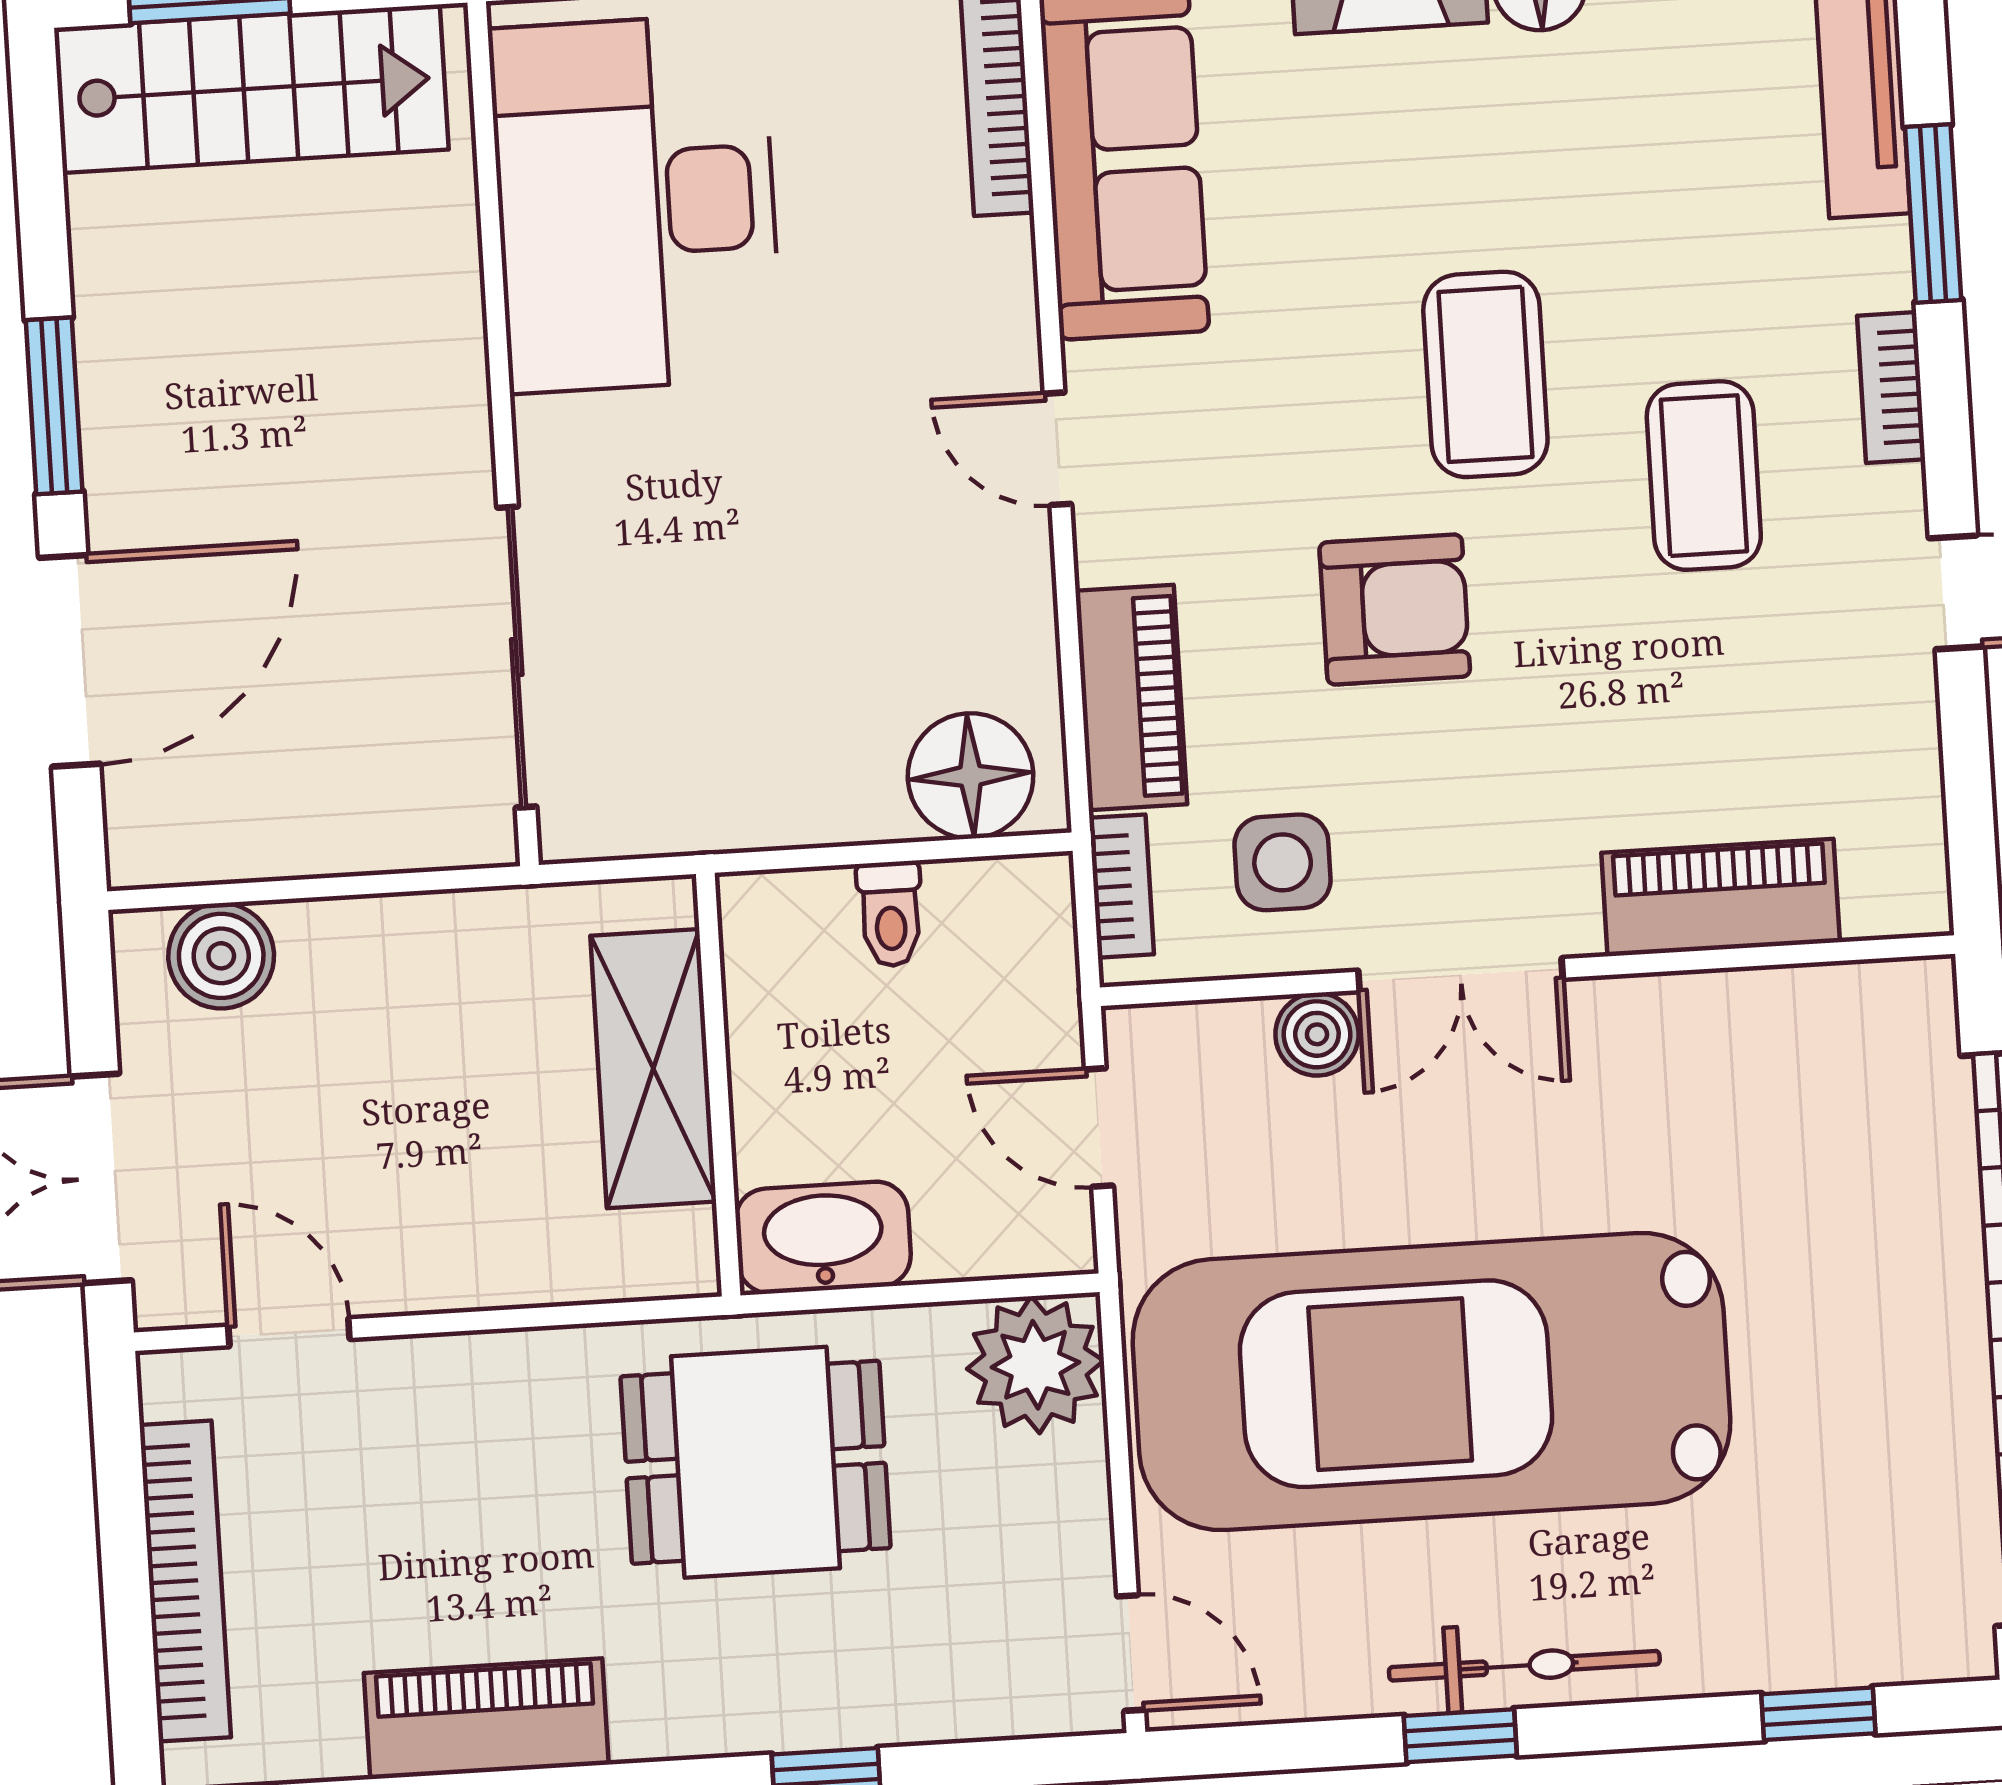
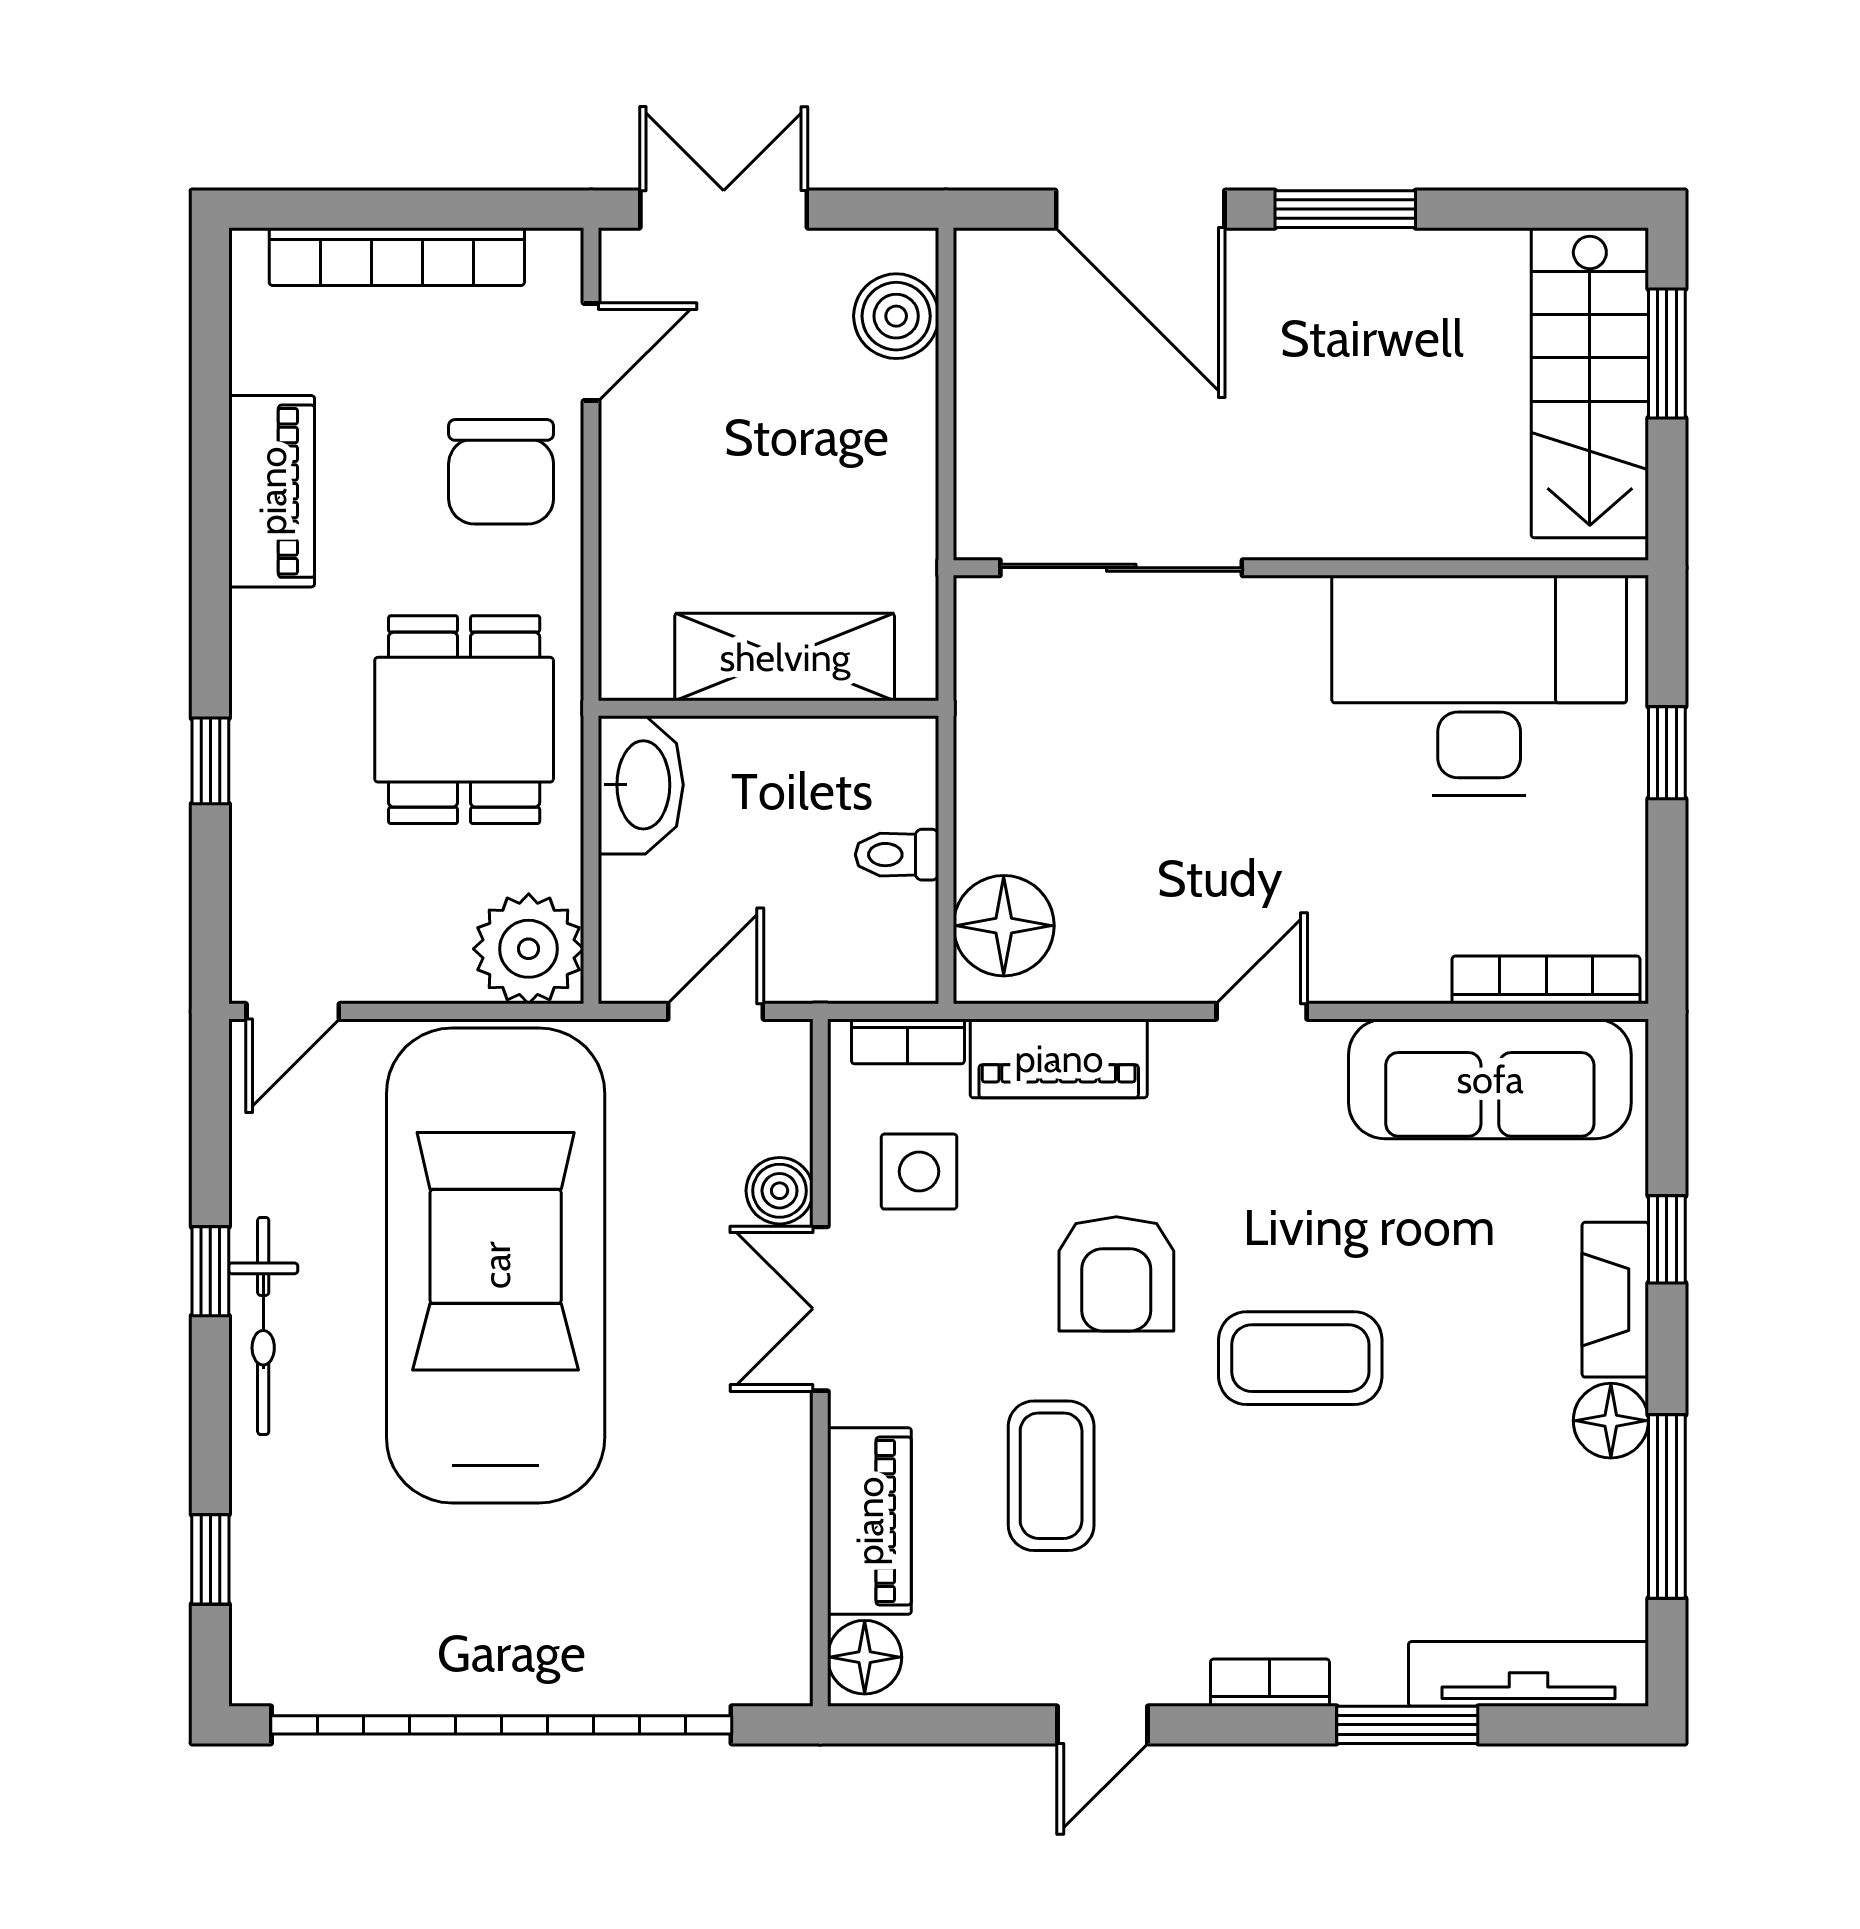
coffee table: (1704, 476) -> (1051, 1476), moved, turned 90
floor lamp: (1890, 893) -> (865, 1657), added
chair: (445, 1435) -> (501, 472), added

